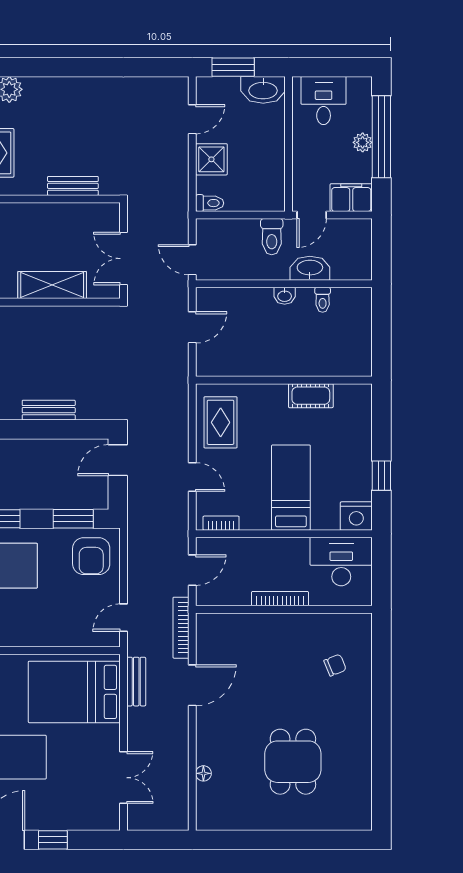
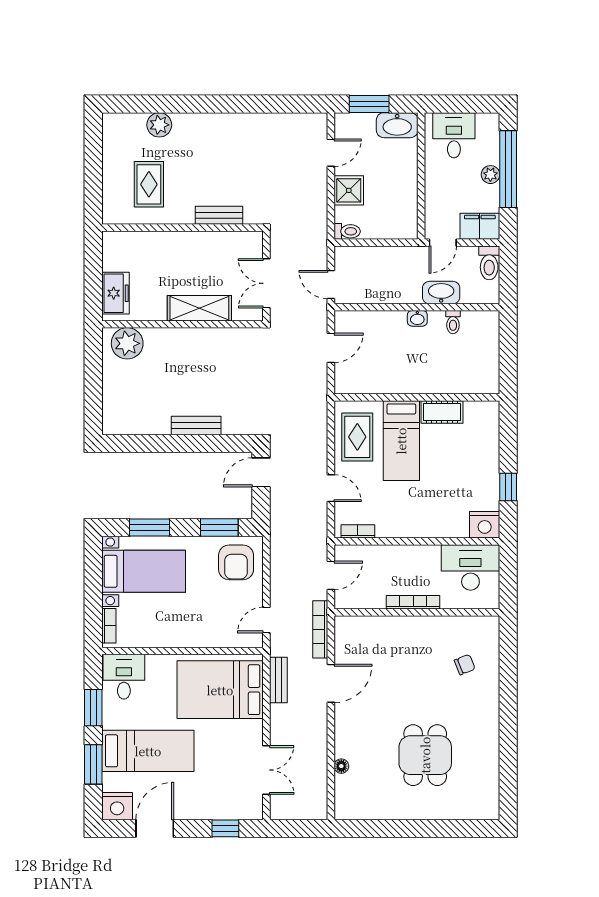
toilet: (272, 237) -> (489, 263), moved
bed: (291, 488) -> (401, 441), moved, turned 180
window: (53, 840) -> (225, 828), moved

